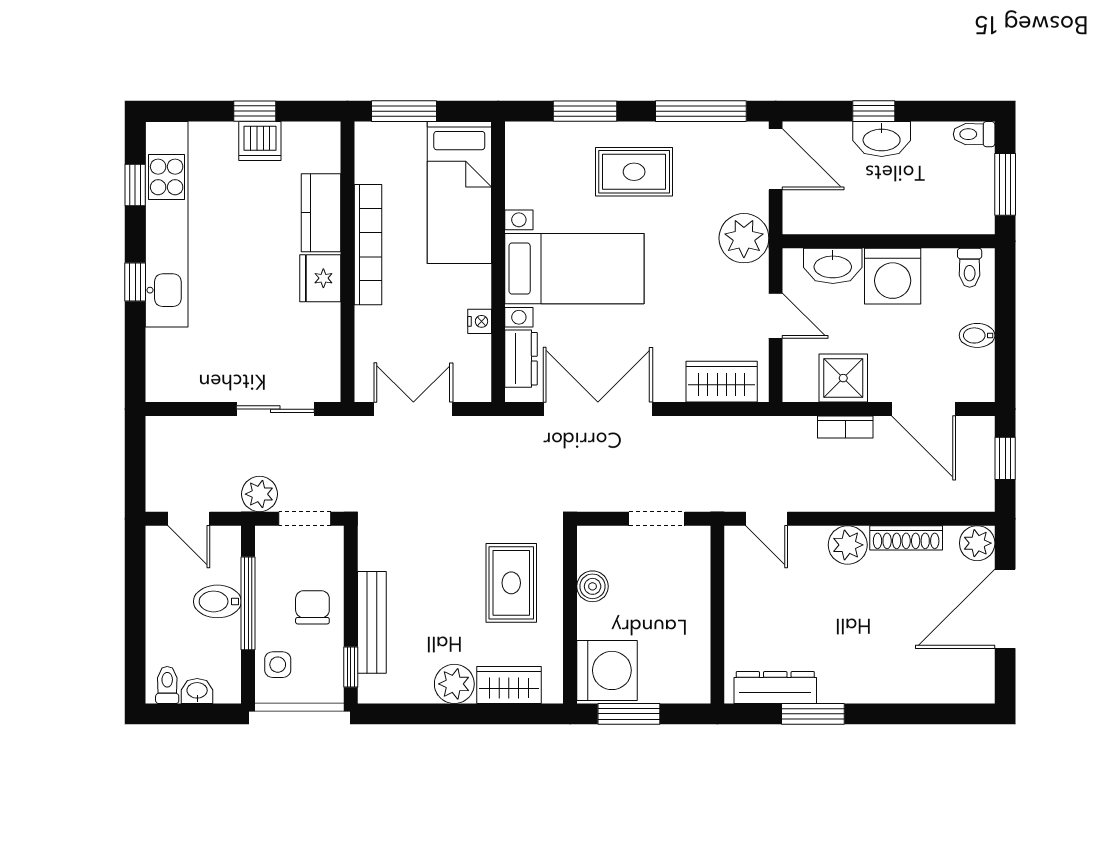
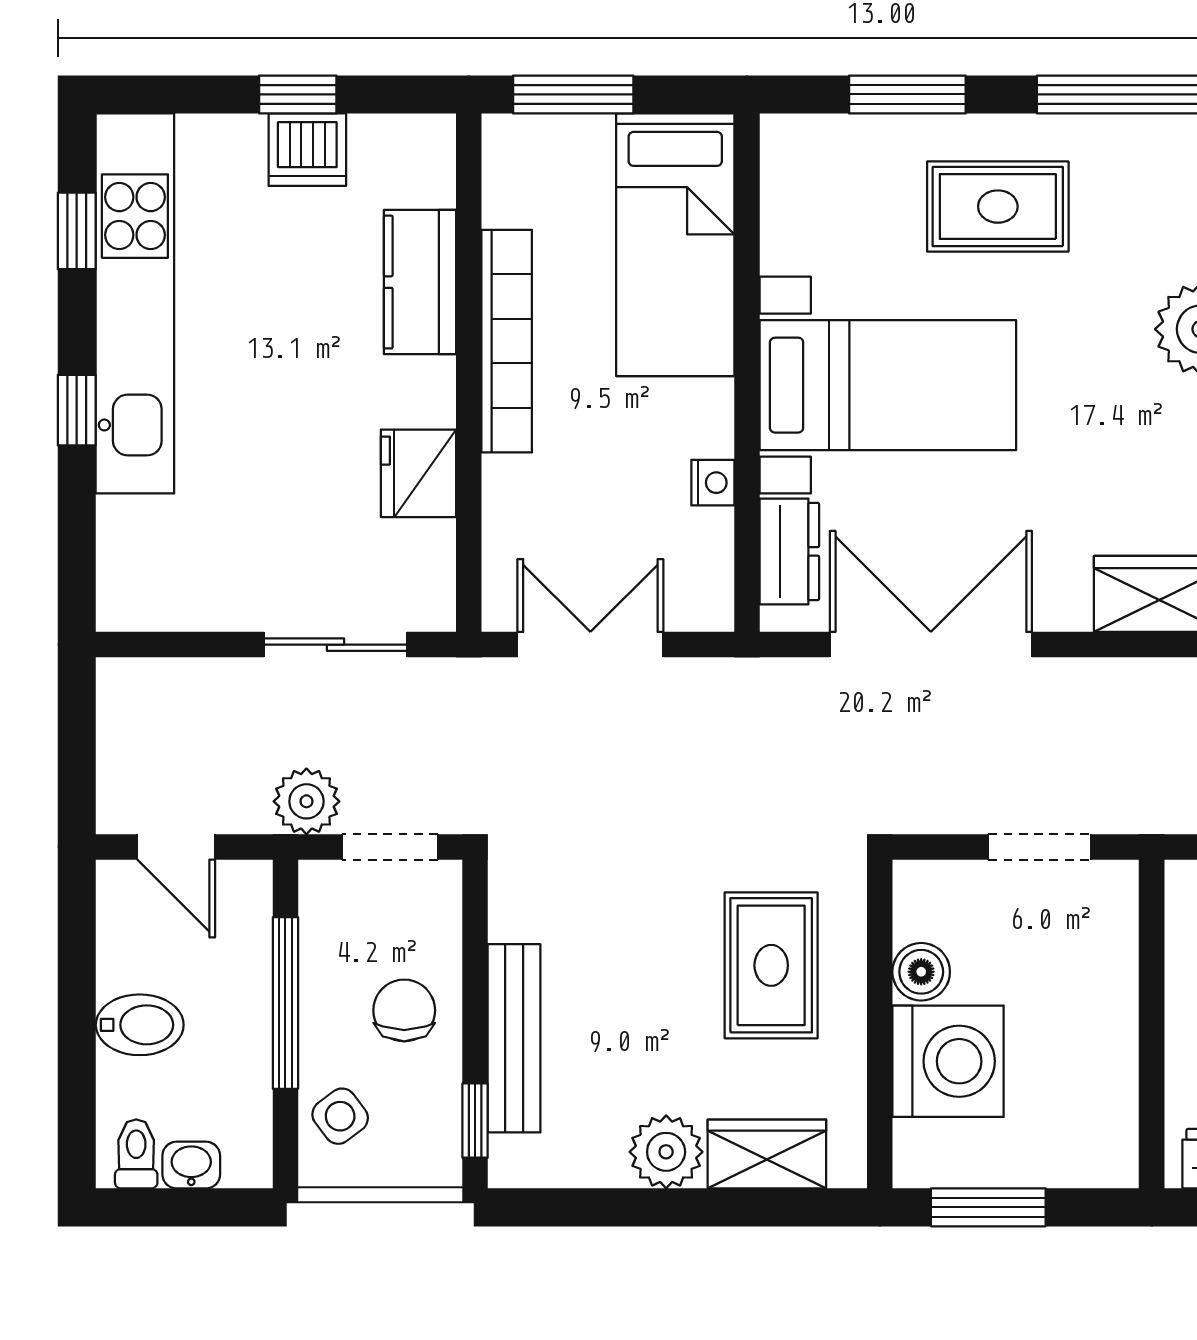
fridge: (320, 278) -> (418, 473), moved
bidet: (217, 601) -> (140, 1025), moved, turned 180
side table: (278, 665) -> (340, 1116), turned -37
washing machine: (607, 670) -> (948, 1061), moved

